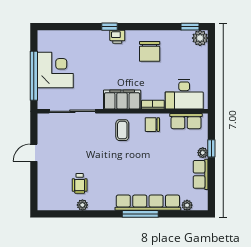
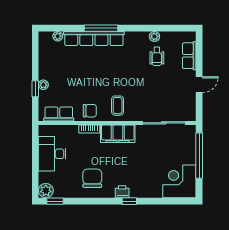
corner desk: (55, 70) -> (179, 181), moved, turned 90
desk: (184, 94) -> (52, 154), moved, turned -90
row of seats: (201, 174) -> (189, 56), moved, turned 180
wheelchair: (80, 183) -> (157, 56), turned 180

